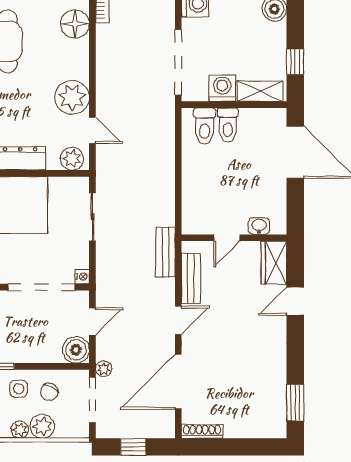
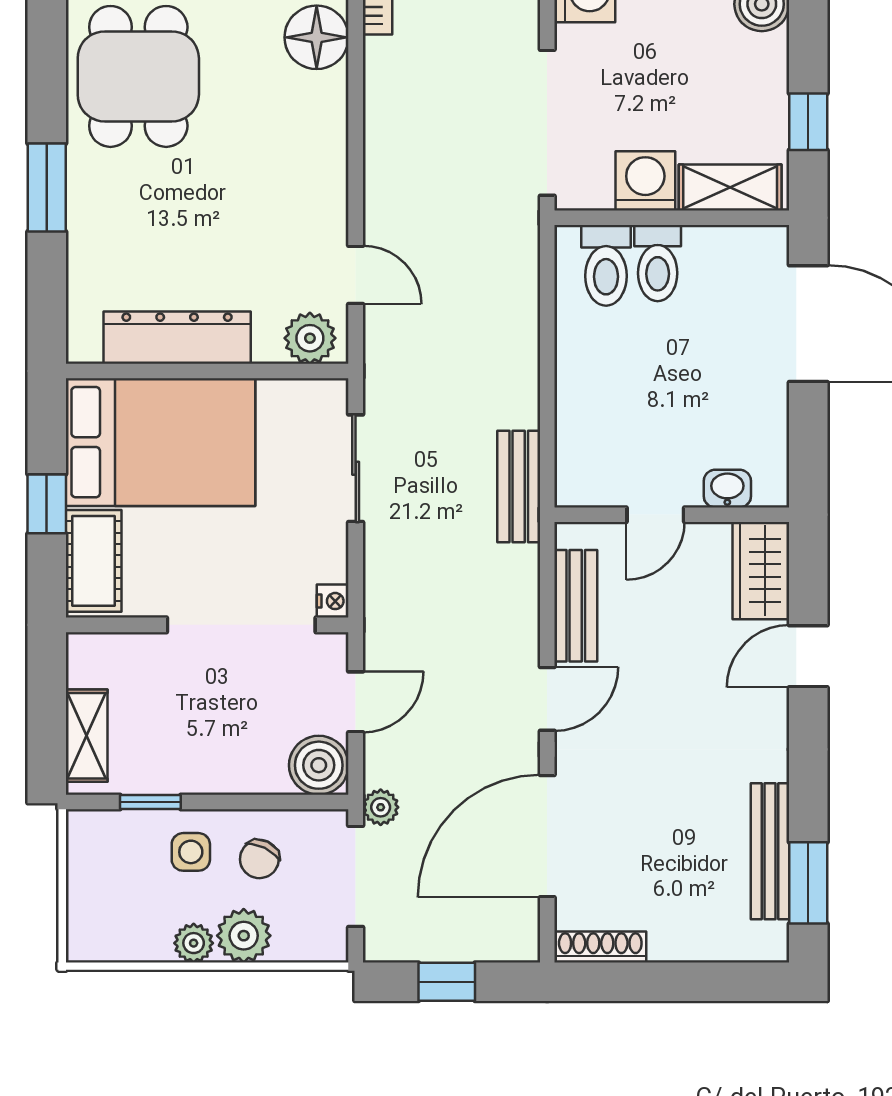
plant: (72, 97) -> (310, 202), removed
bench: (165, 252) -> (519, 487), moved
bench: (278, 389) -> (770, 851), added

